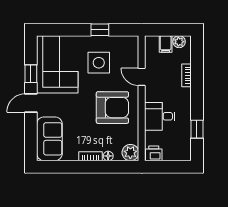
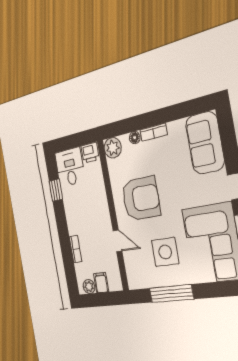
window: (100, 30) -> (171, 294), width x2.17
armchair: (112, 108) -> (141, 199), turned 180
desk: (160, 116) -> (70, 167), moved, turned -90

